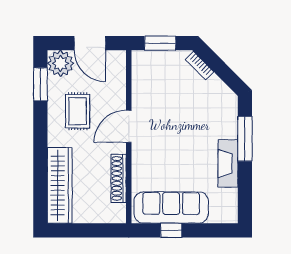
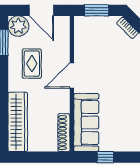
shoe rack: (119, 178) -> (64, 133), moved
sofa: (171, 208) -> (86, 123), moved, turned 90

